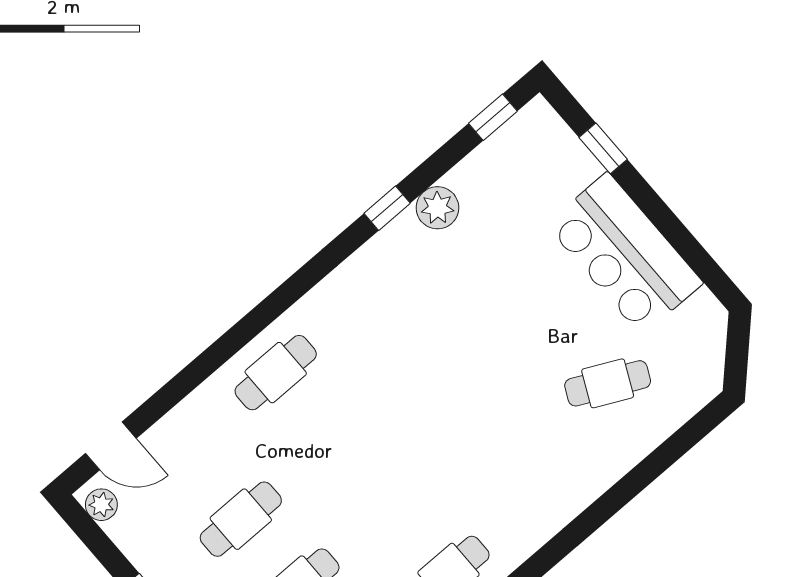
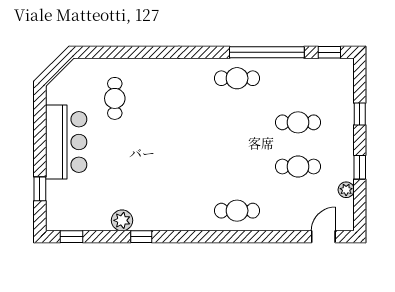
cafe table: (608, 383) -> (115, 98), turned 64
door: (111, 446) -> (323, 237), hinge flipped
plant: (101, 505) -> (346, 190), moved

